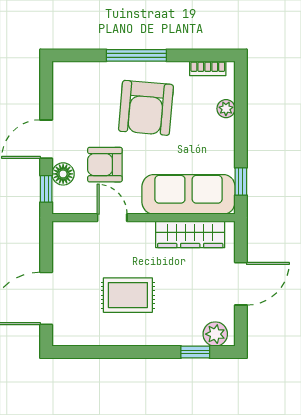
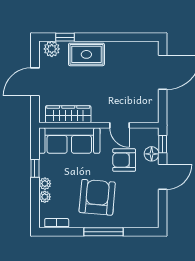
plant: (226, 129) -> (45, 184), added
armchair: (105, 165) -> (124, 160), turned 180
window: (241, 182) -> (35, 168), moved
rug: (128, 295) -> (86, 54), moved

